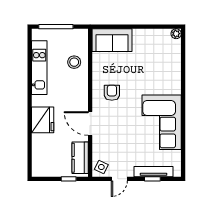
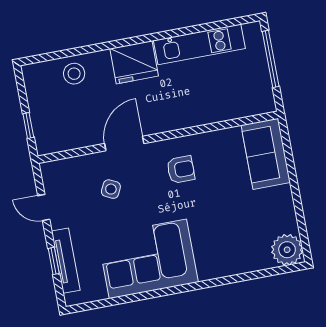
plant: (176, 34) -> (287, 250), width x1.88, depth x1.88
stool: (74, 62) -> (74, 74), moved
fridge: (43, 120) -> (134, 62), moved
kitchen counter: (80, 158) -> (66, 138), removed
side table: (101, 167) -> (111, 189), moved

